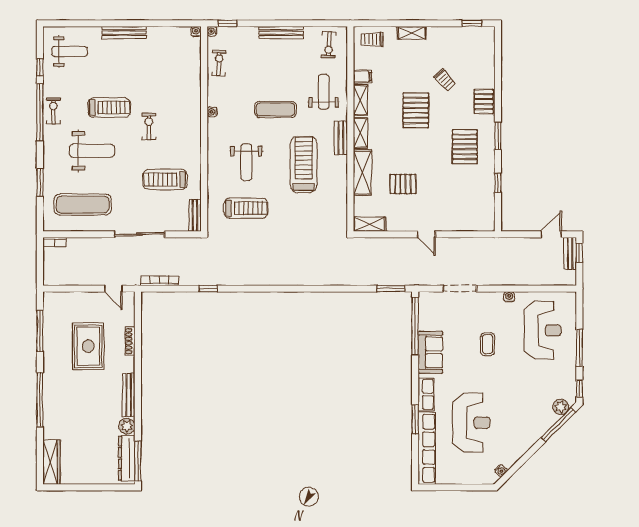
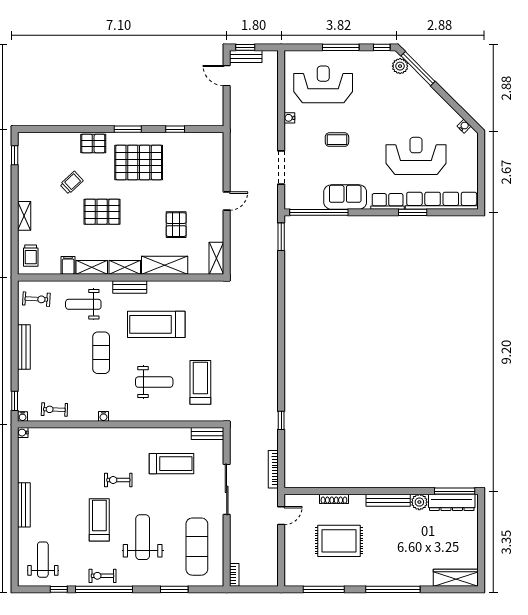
pallet: (465, 147) -> (139, 162), width x1.37, depth x1.41
treadmill: (165, 179) -> (171, 464), turned -90

